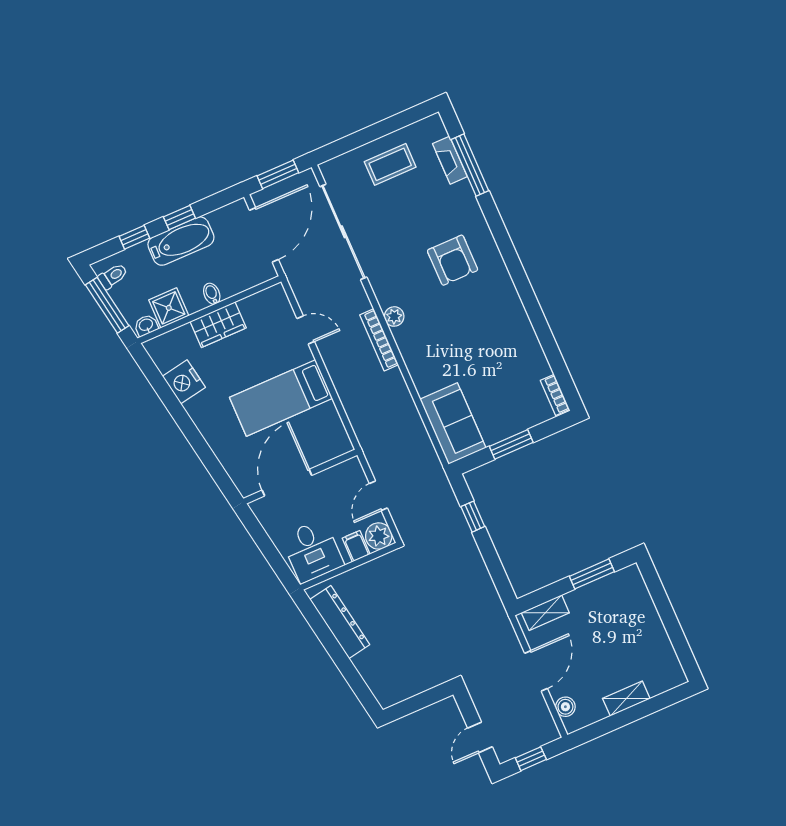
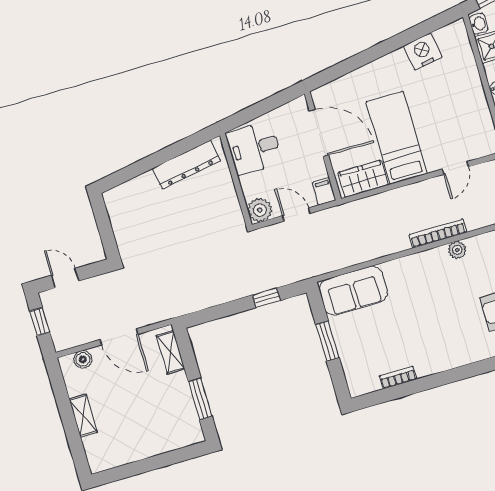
wardrobe: (218, 325) -> (363, 179), moved, turned 90
bookcase: (555, 395) -> (398, 378), moved
filing cabinet: (356, 546) -> (324, 191), moved, turned -90

